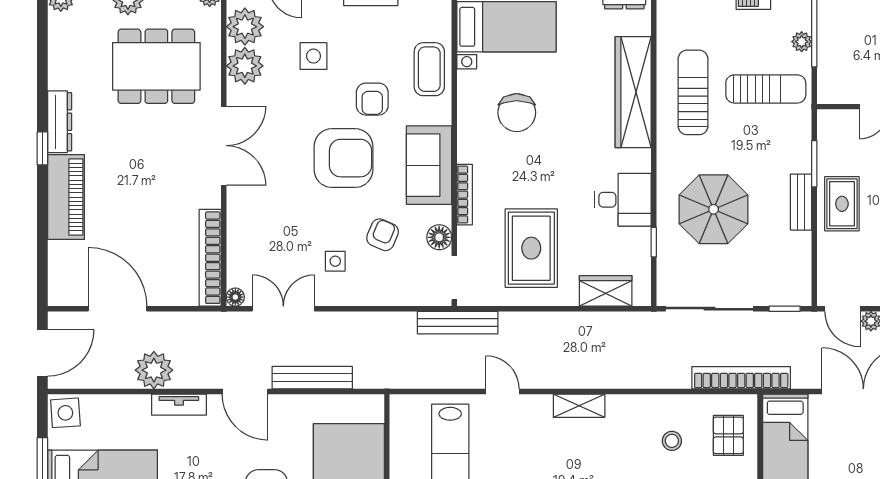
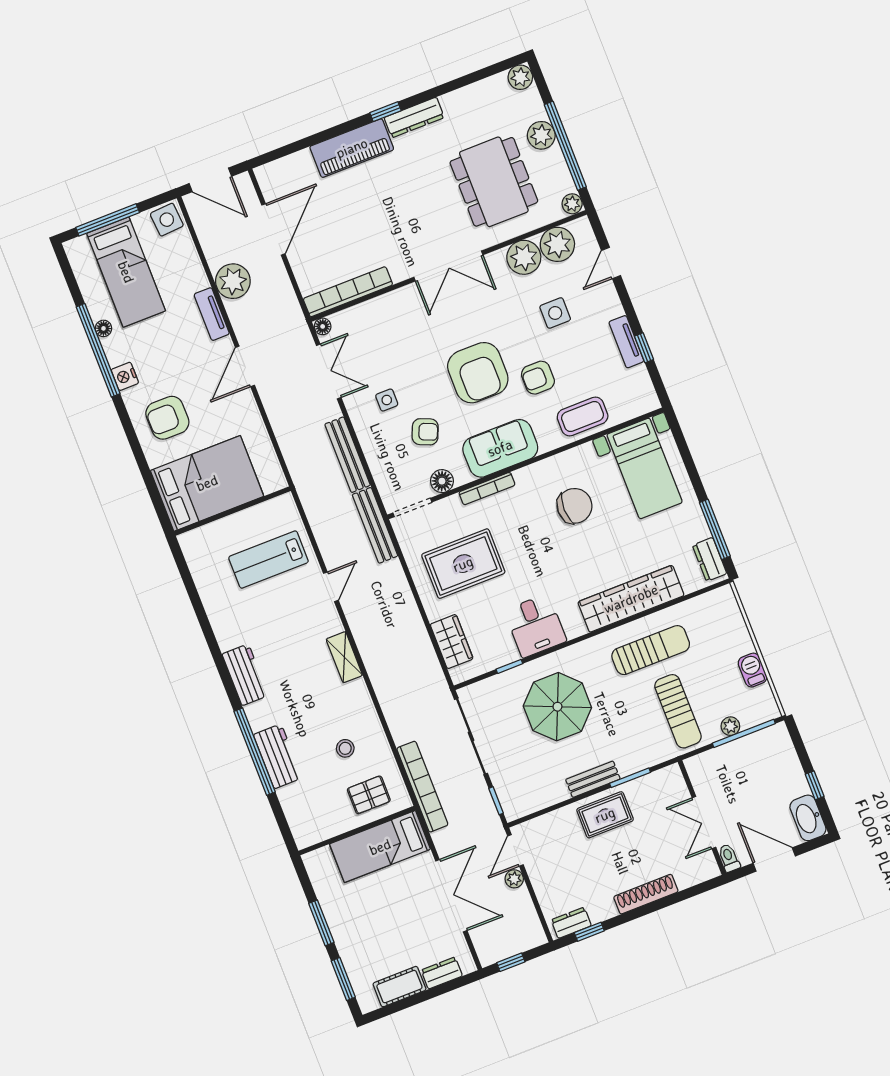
chair: (517, 113) -> (575, 506), turned 180
bench: (312, 378) -> (348, 455), moved

